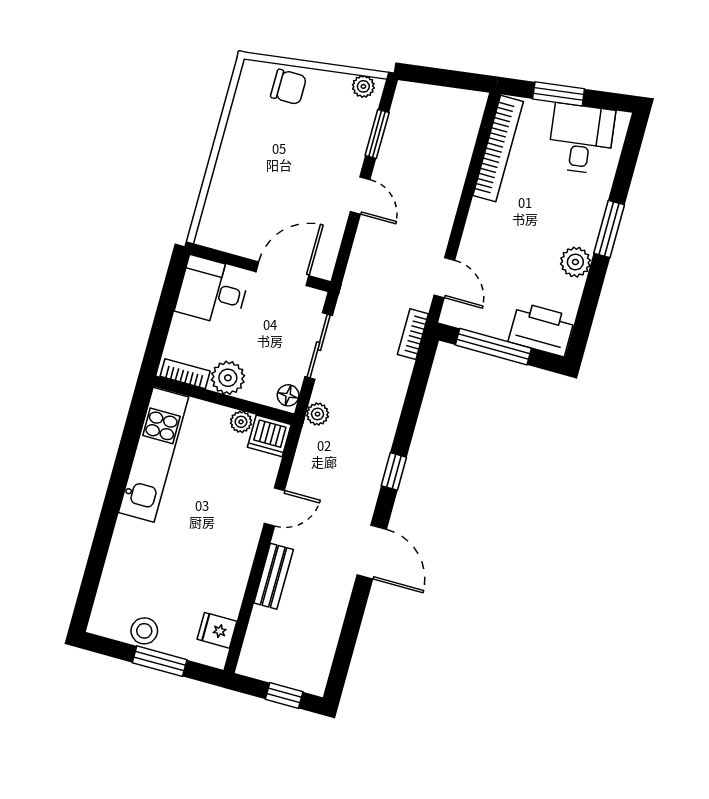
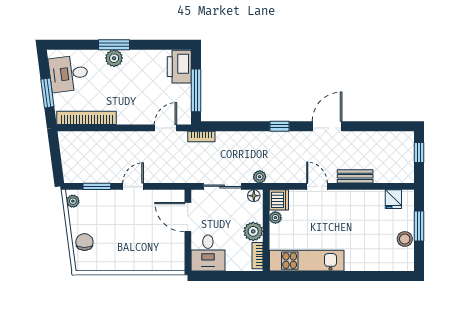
plant: (575, 262) -> (114, 58), moved

